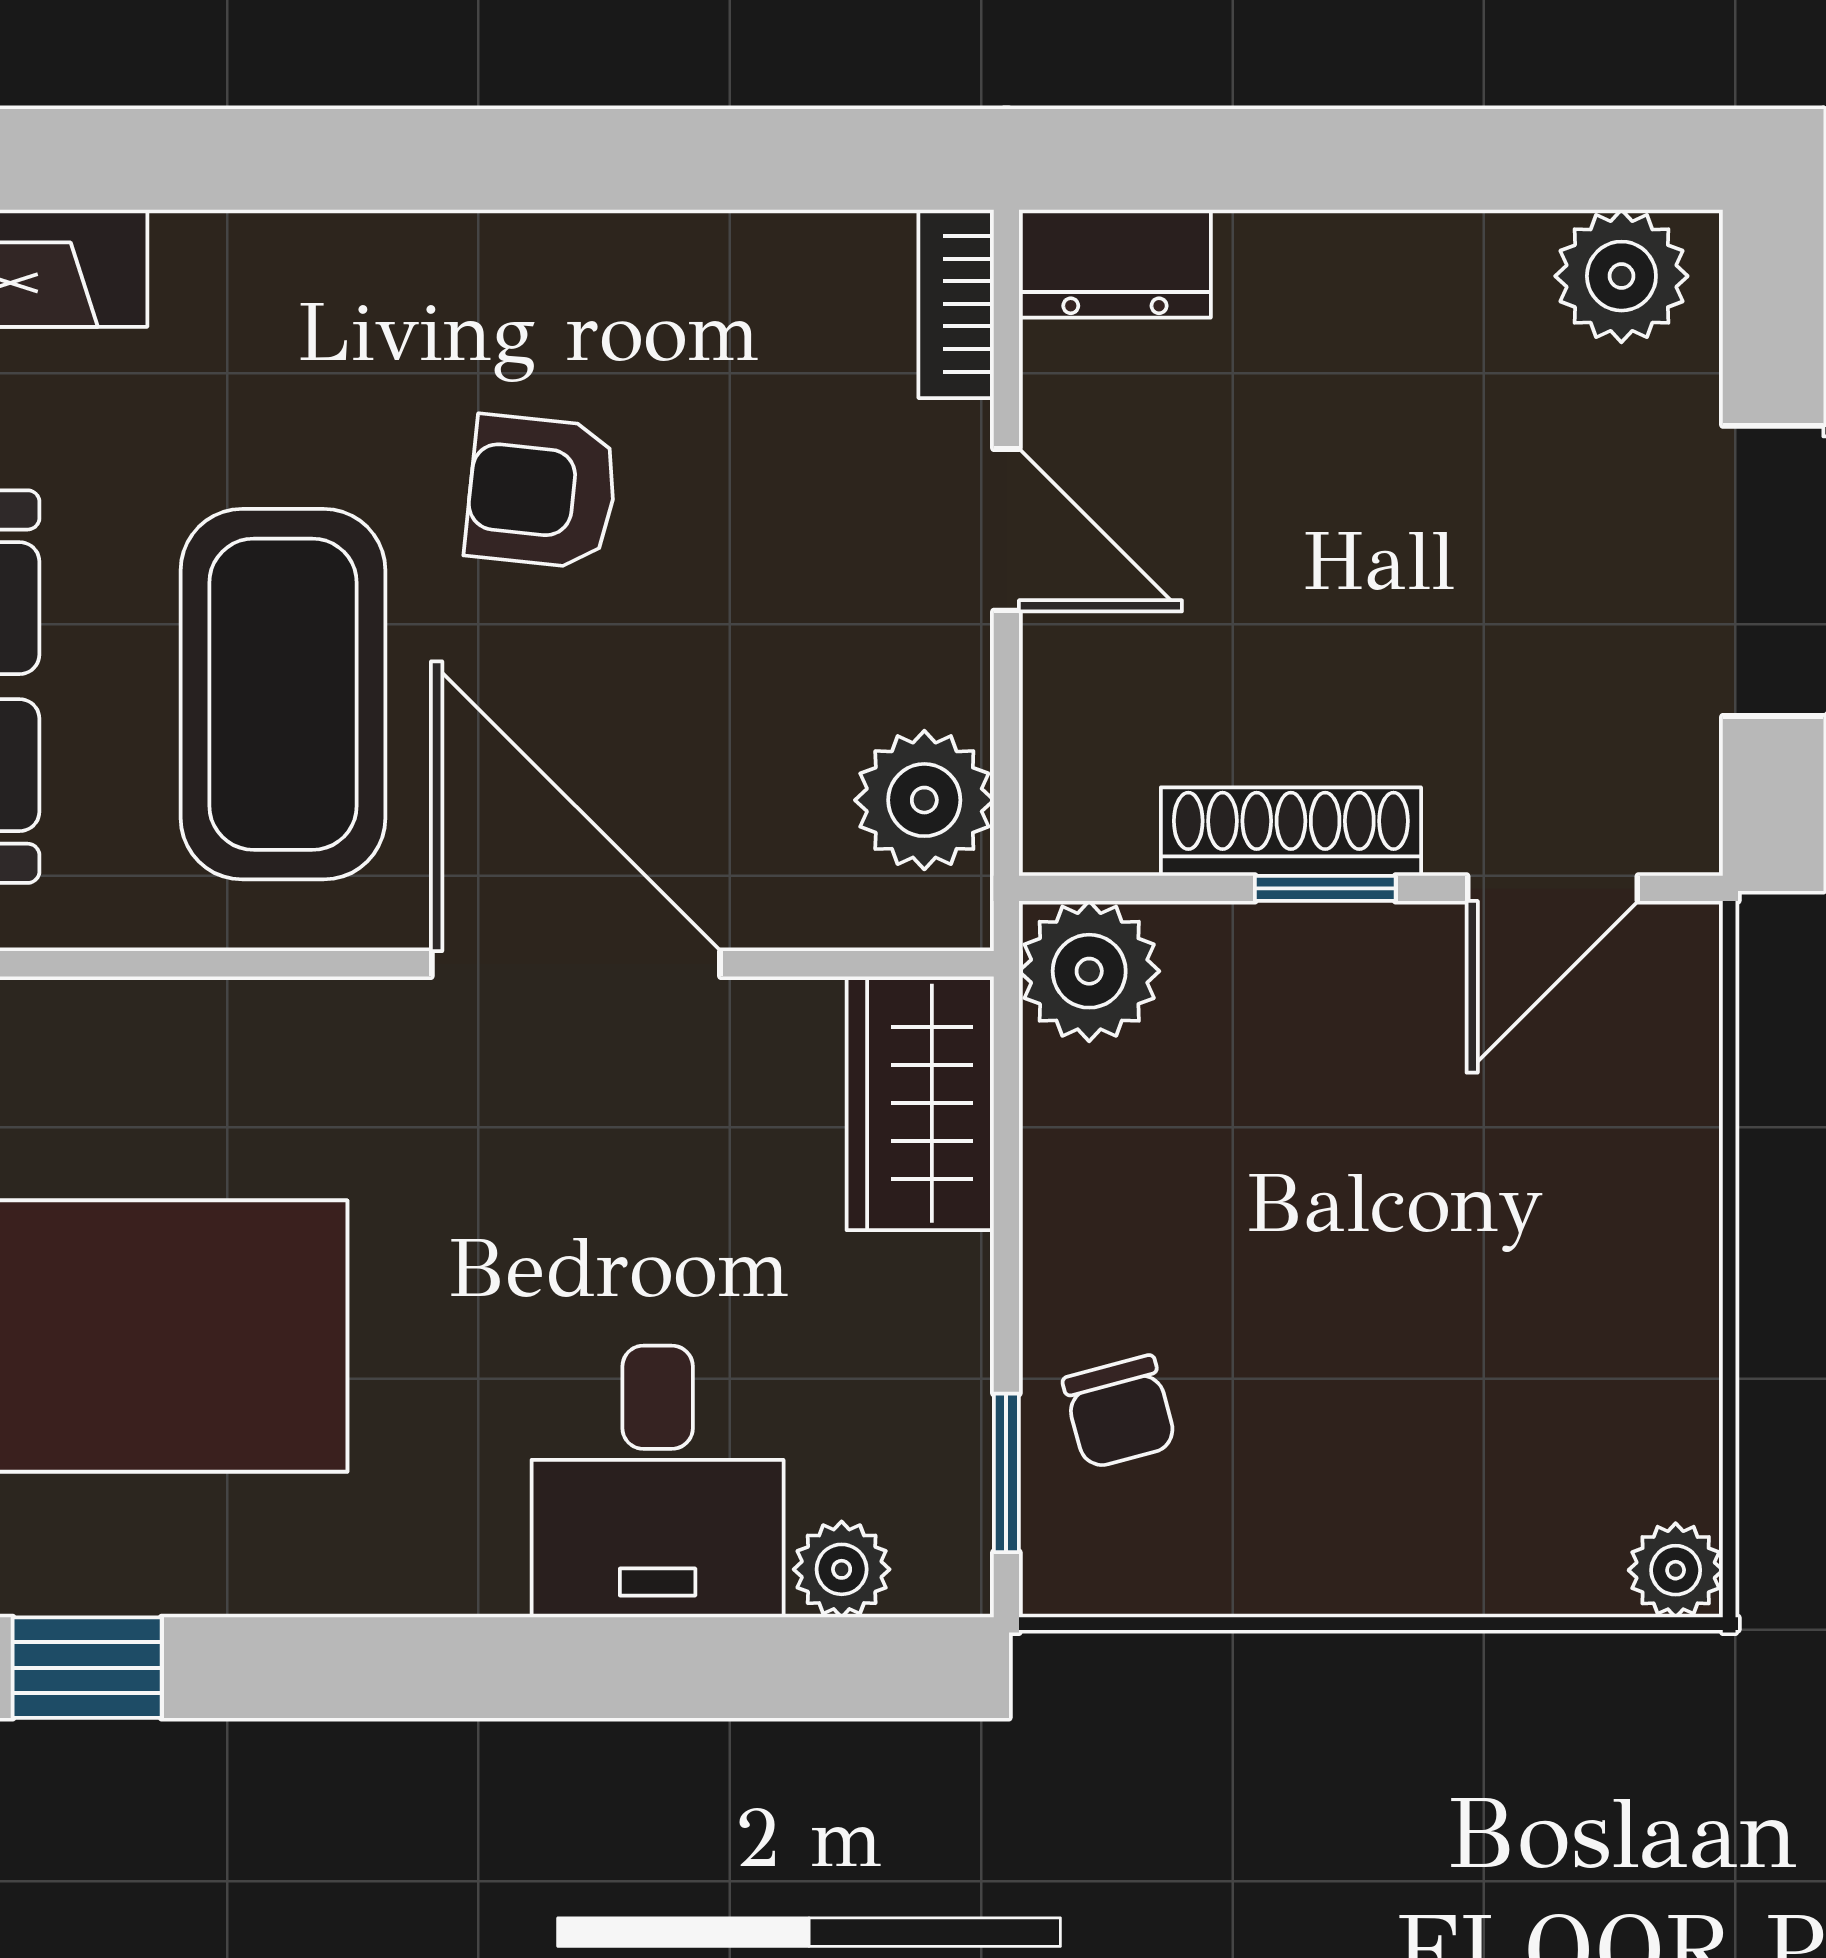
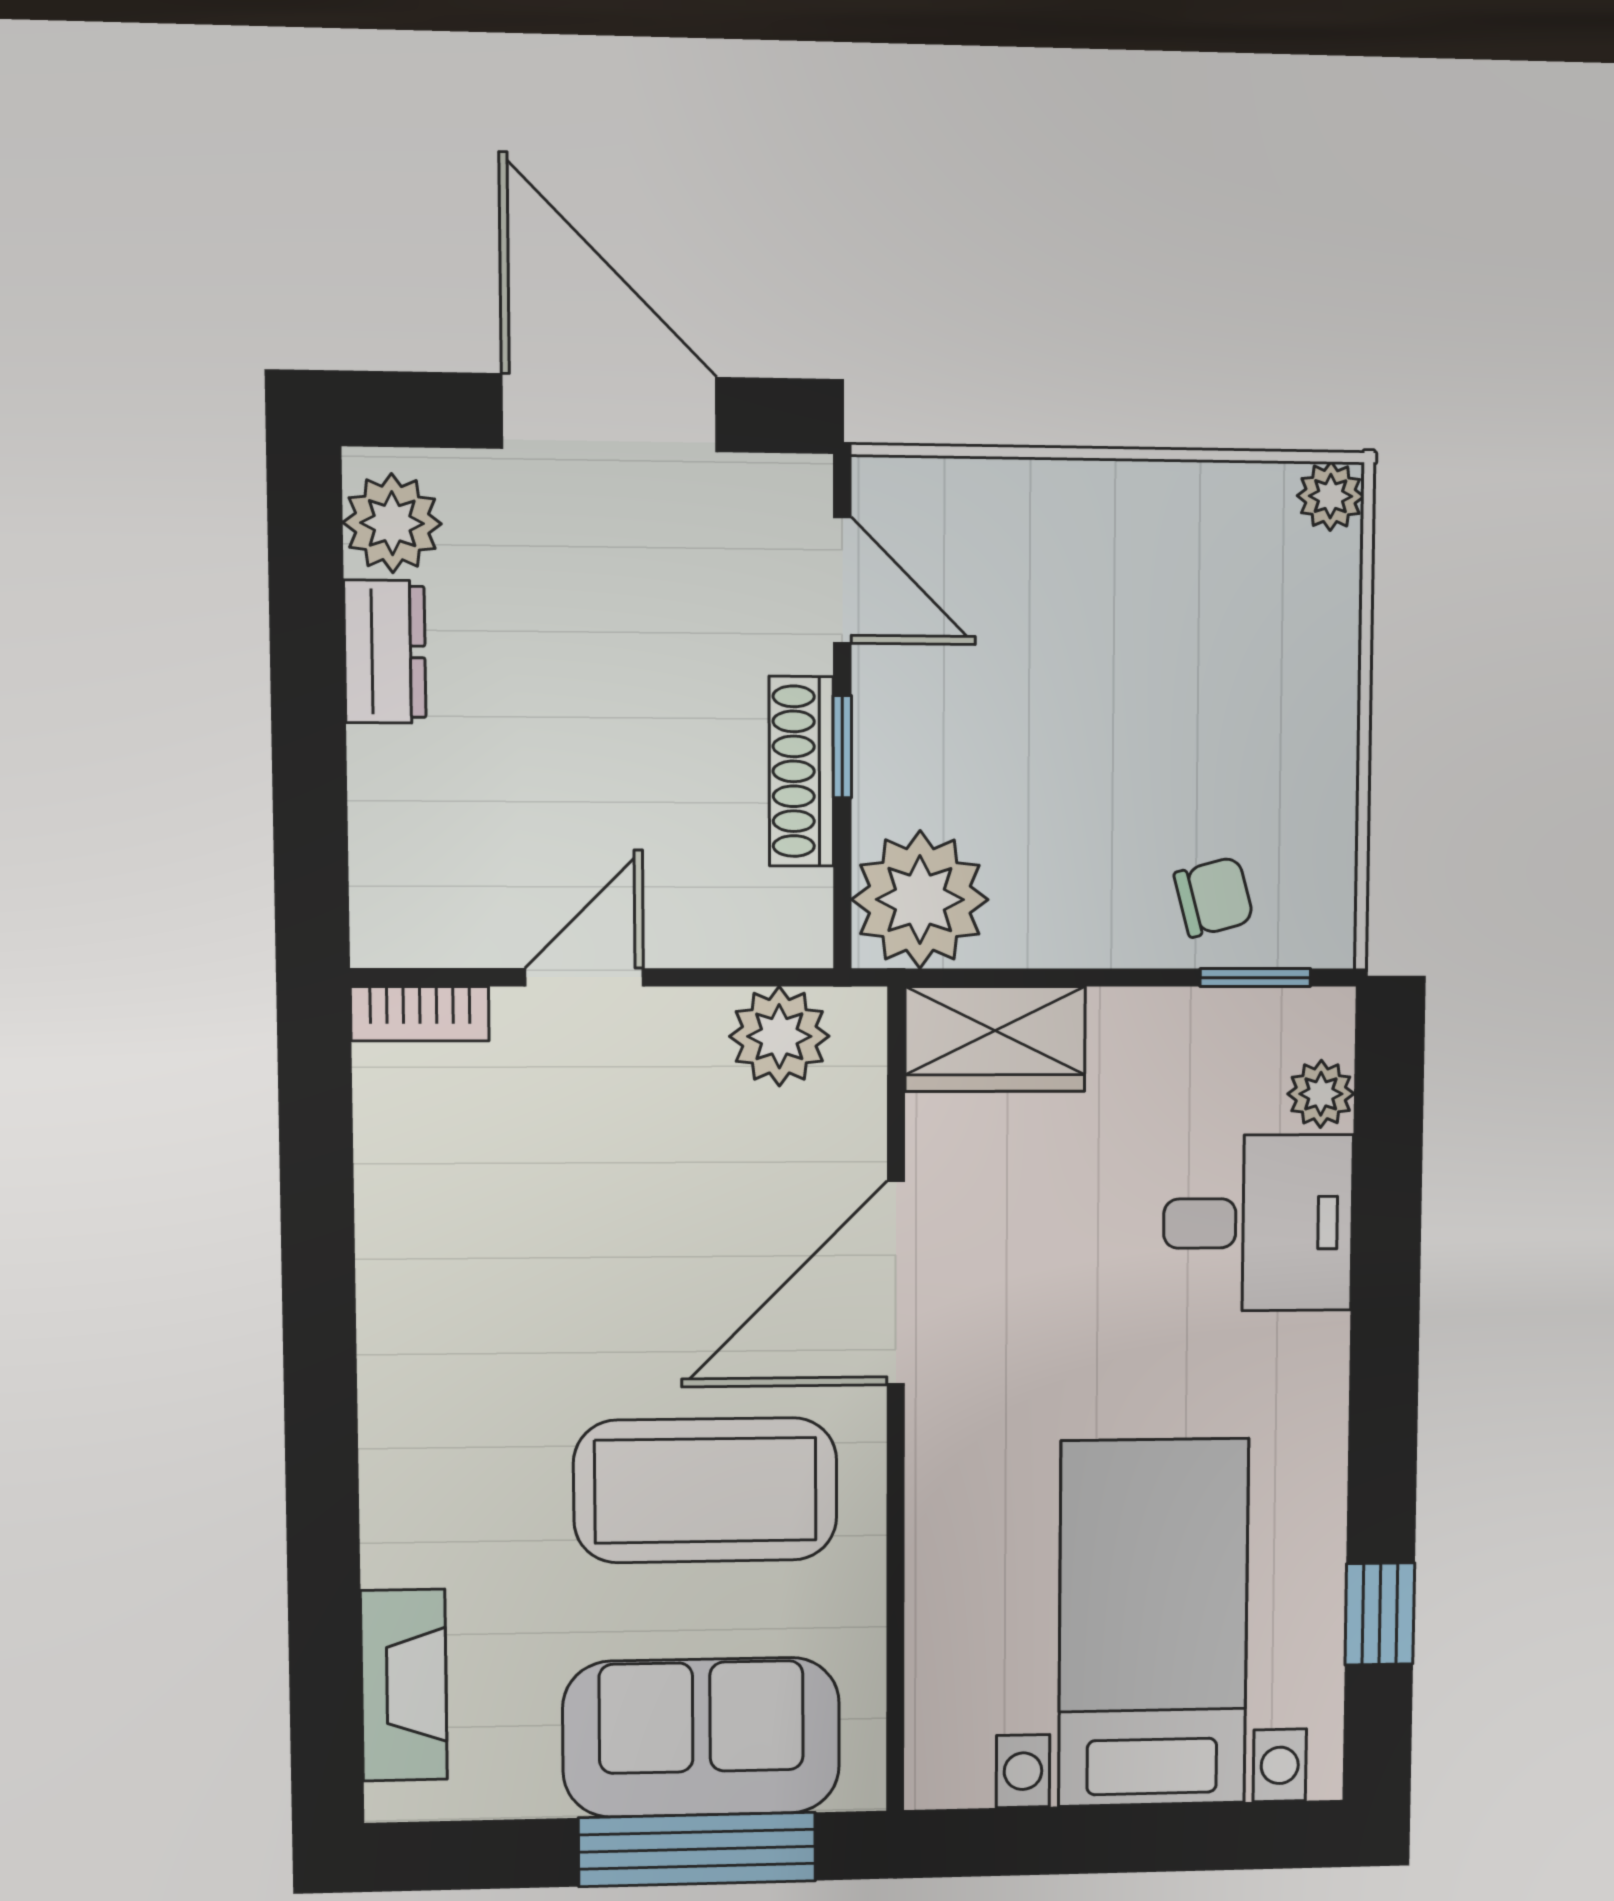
dresser: (1115, 264) -> (385, 652), moved
armchair: (542, 492) -> (560, 1310), removed
plant: (1089, 971) -> (920, 900), width x1.36, depth x1.36

